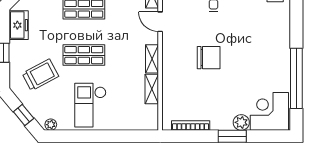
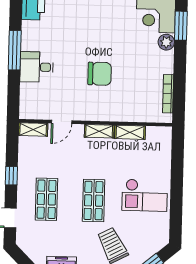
chair: (209, 58) -> (100, 74), turned 90
plant: (51, 125) -> (163, 236), removed
window: (232, 136) -> (181, 26), moved

